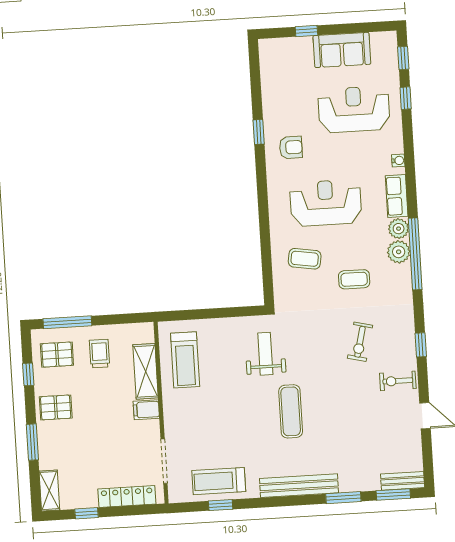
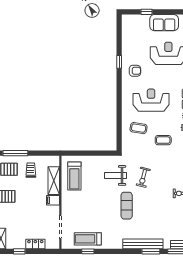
exercise bike: (360, 342) -> (143, 177), moved
weight bench: (265, 354) -> (116, 175), turned -90
bench: (299, 486) -> (143, 244), moved
locker: (127, 497) -> (35, 244), width x0.66

